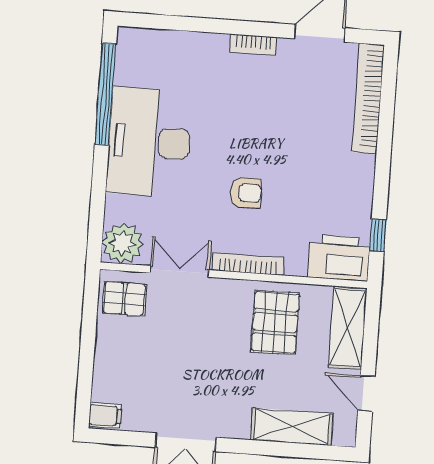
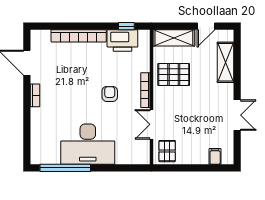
bookcase: (368, 98) -> (79, 36), moved
plant: (122, 243) -> (139, 154), removed
printer: (339, 258) -> (122, 41), moved, turned -90
filing cabinet: (105, 415) -> (215, 156), moved

